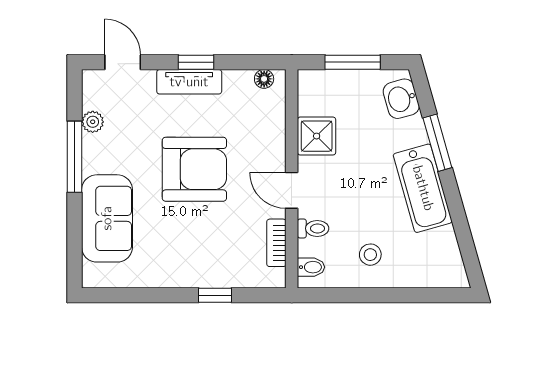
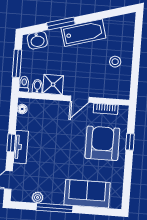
armchair: (194, 169) -> (102, 143), moved
toilet: (313, 228) -> (24, 84), moved
bidet: (311, 267) -> (37, 86), moved

